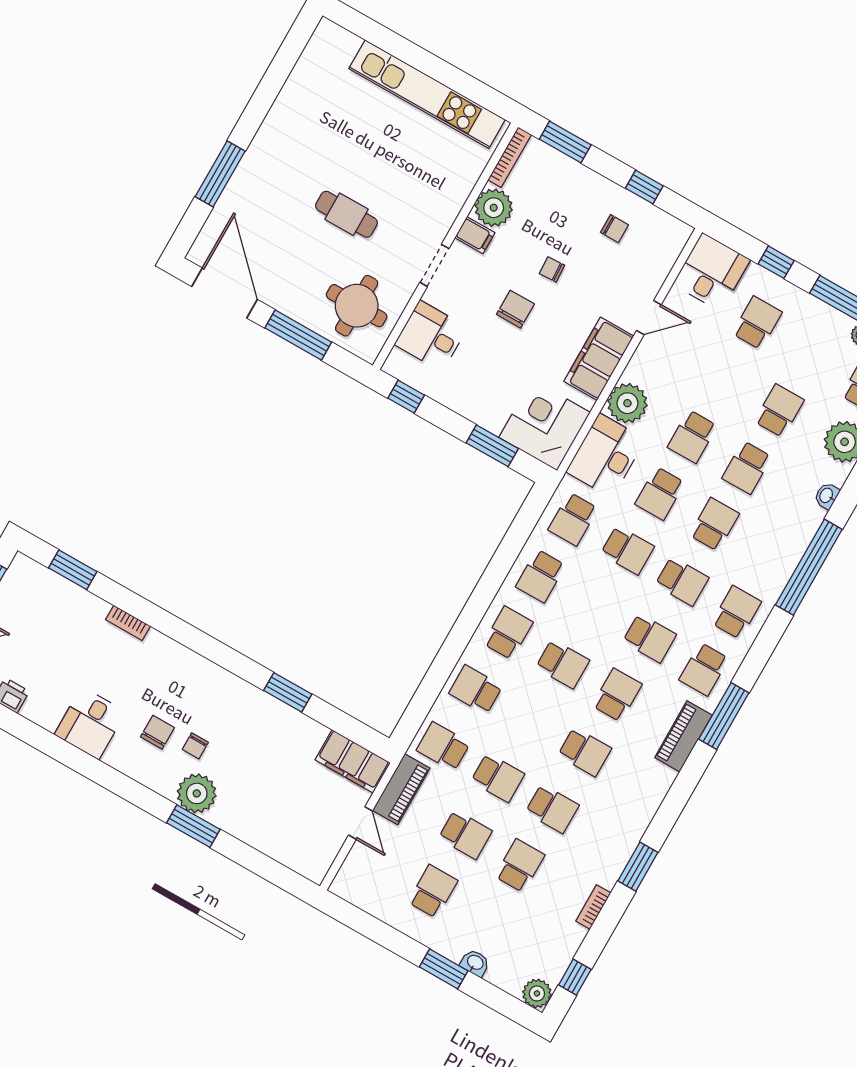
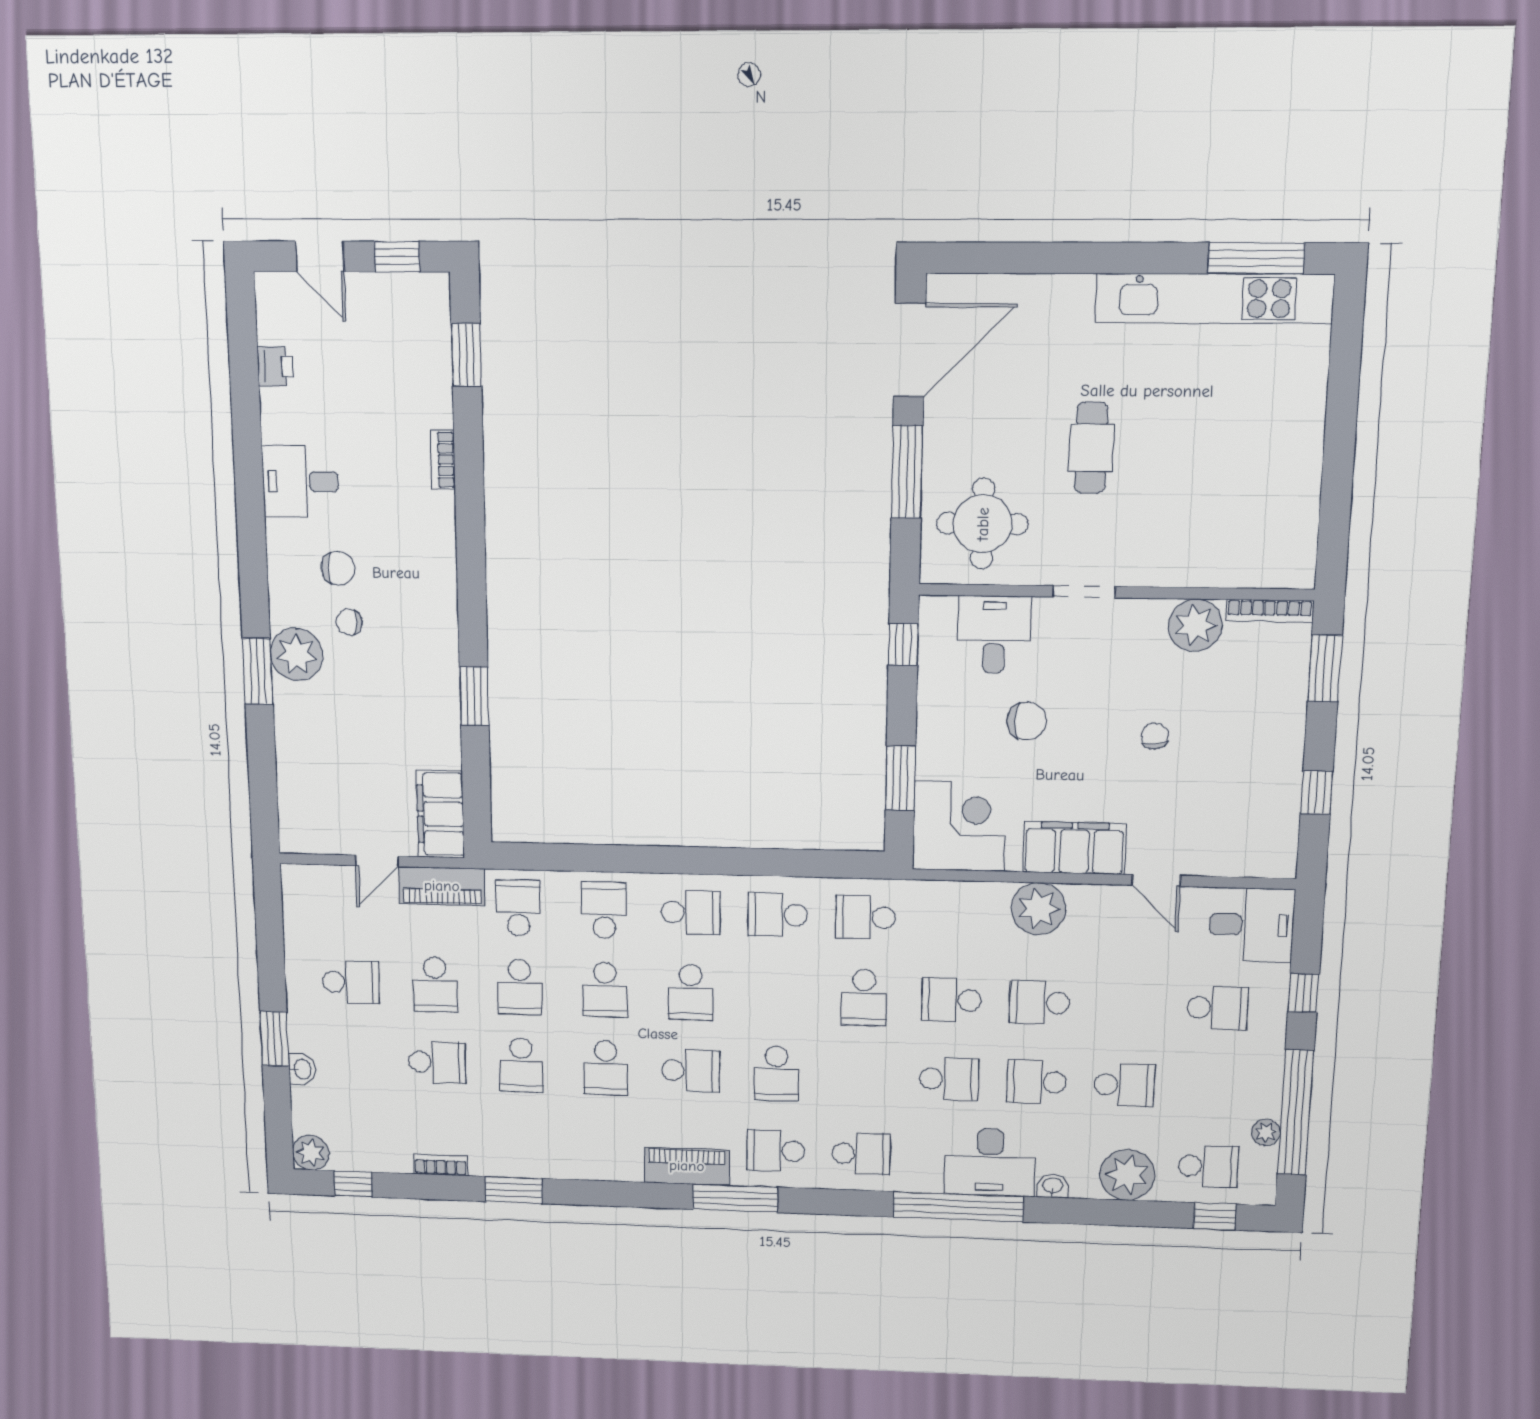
kitchen unit: (427, 94) -> (1214, 299), moved, turned -90
window: (220, 174) -> (1256, 258), moved
chair: (614, 229) -> (1245, 784), removed
filing cabinet: (475, 235) -> (1148, 621), removed
chair: (515, 309) -> (1027, 721), moved
desk: (606, 456) -> (990, 1162), moved, turned 180
school desk: (682, 581) -> (605, 990), moved

